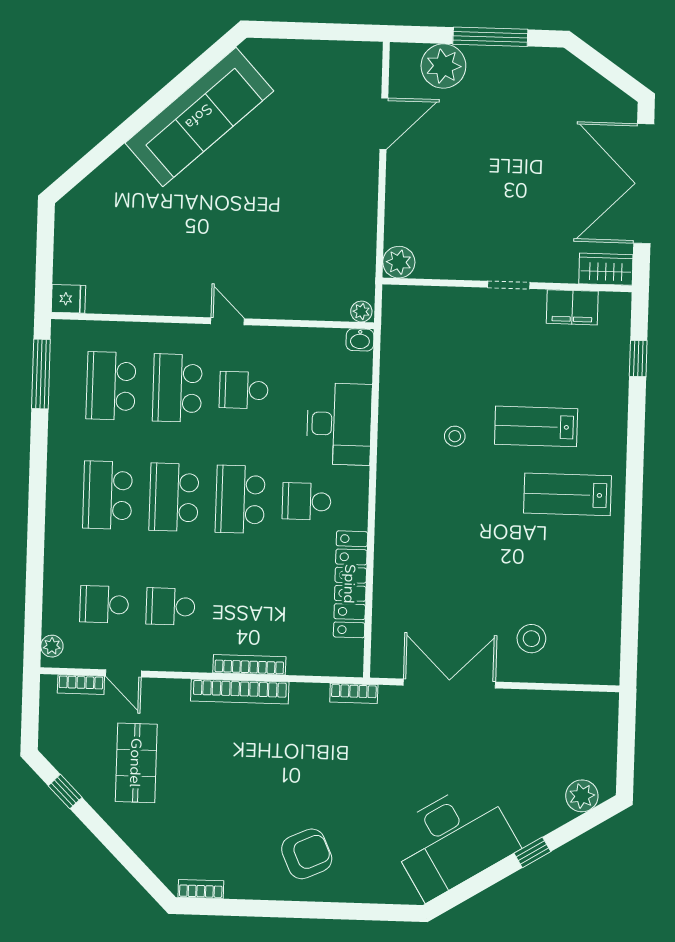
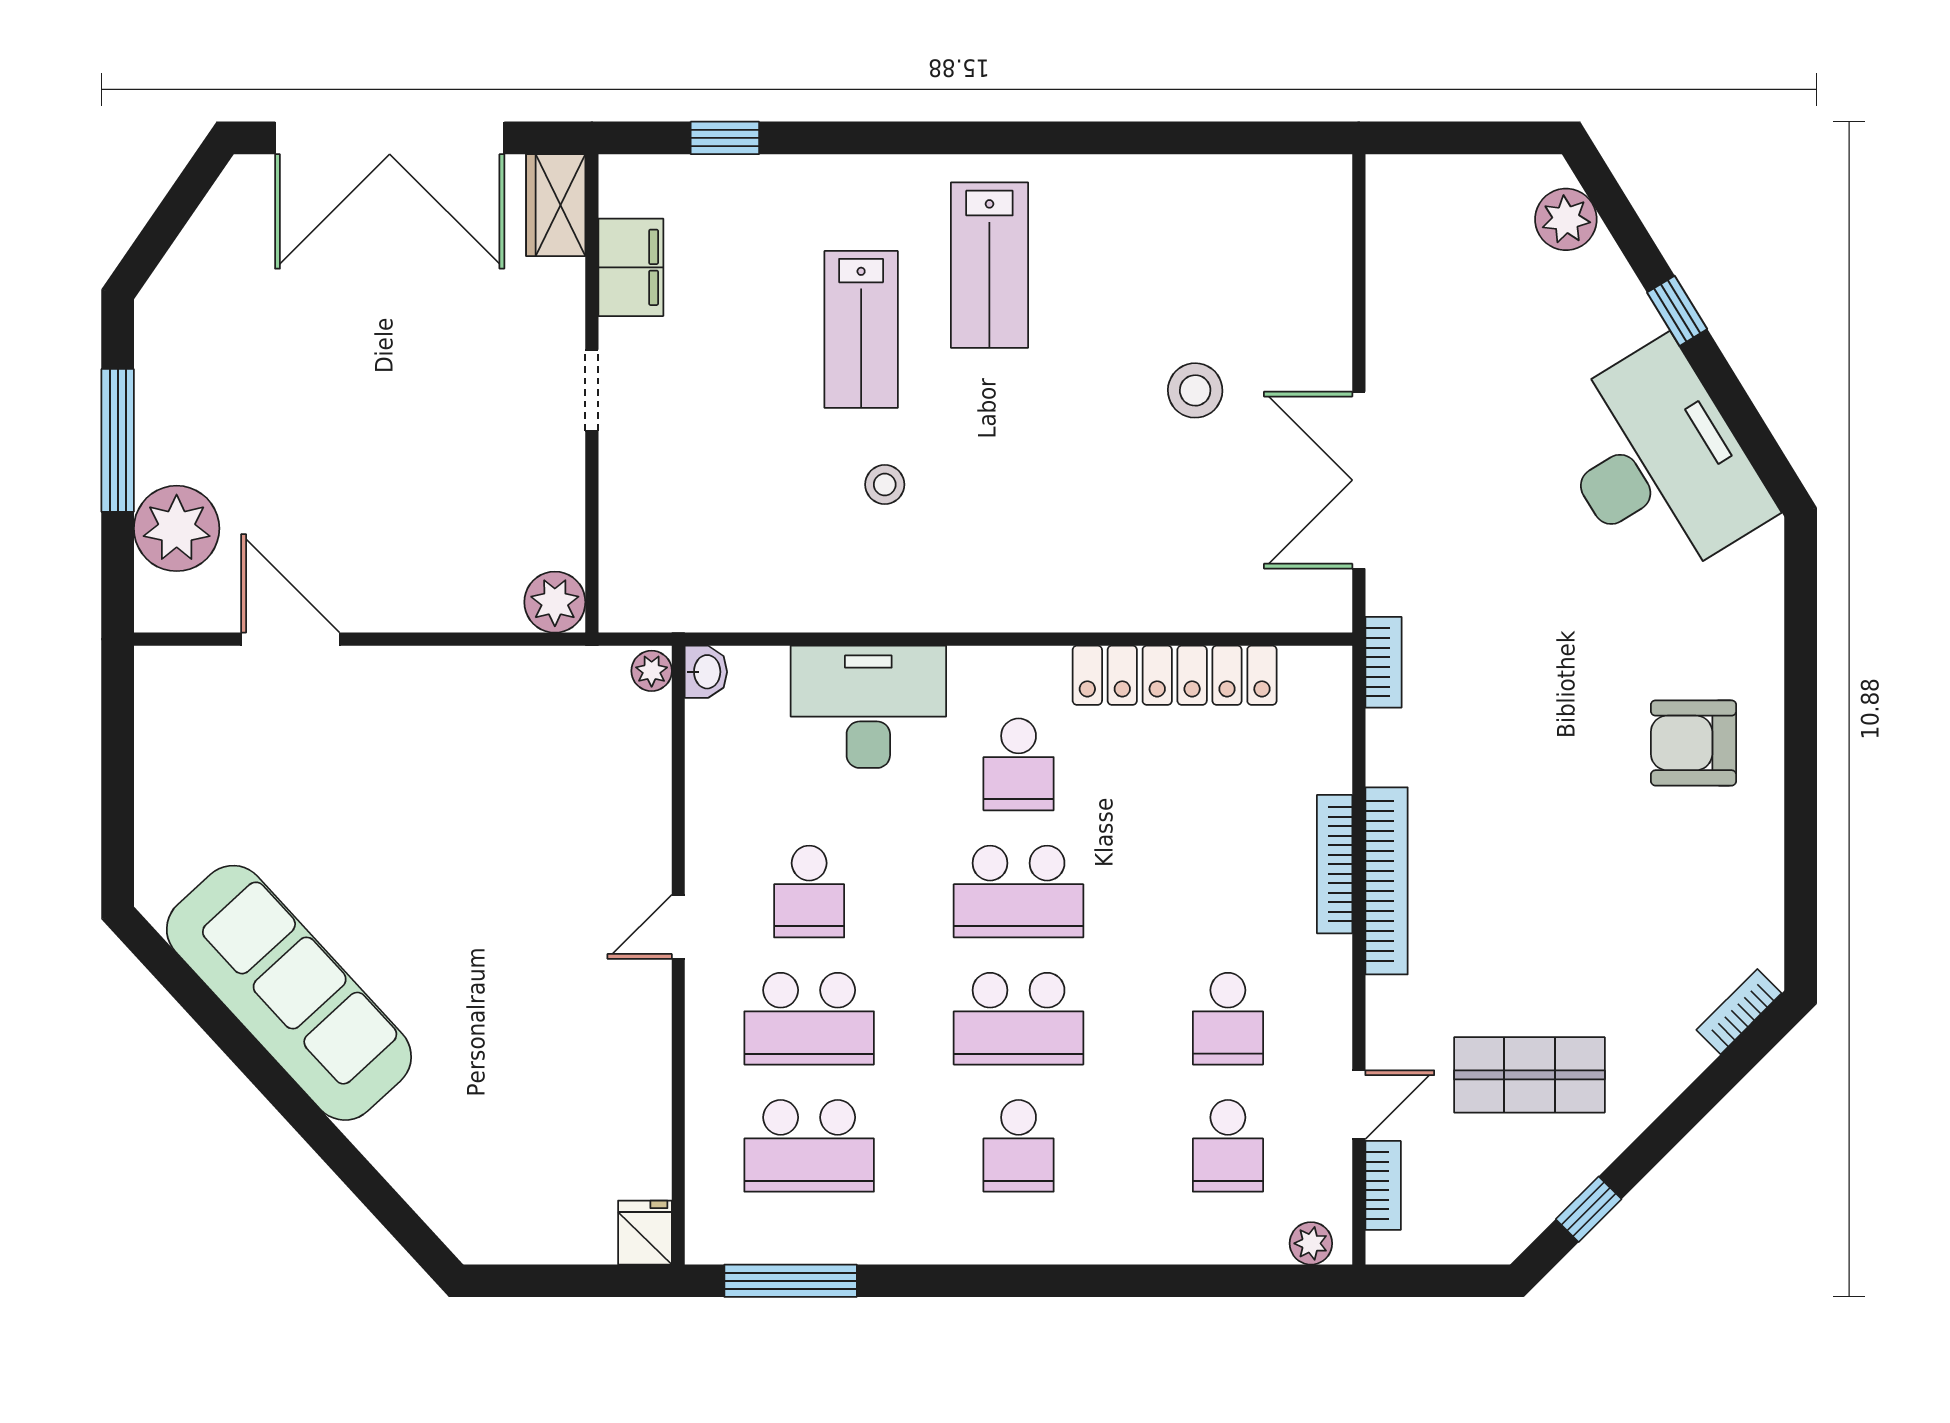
school desk: (108, 495) -> (1019, 1146), width x0.54
stool: (531, 639) -> (1195, 390), moved
armchair: (307, 854) -> (1694, 743), turned -66
bookcase: (201, 889) -> (1739, 1012), moved, turned 45

